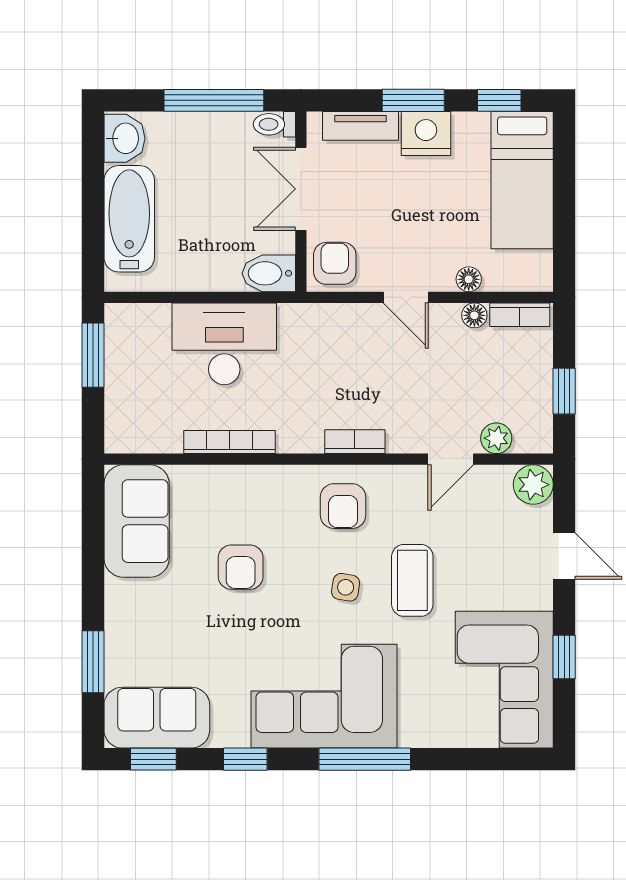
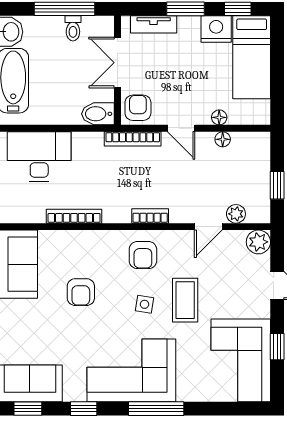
toilet: (274, 124) -> (73, 28), moved, turned -90
nightstand: (426, 134) -> (216, 29), moved
bookcase: (520, 315) -> (133, 139), moved, width x1.56
desk: (224, 344) -> (39, 157), moved

